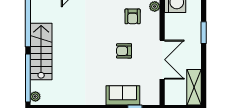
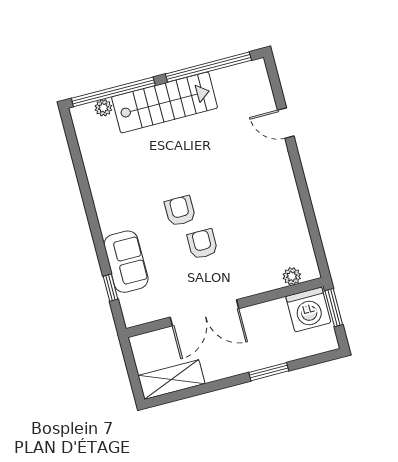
armchair: (133, 16) -> (180, 211), moved, turned 90
plant: (35, 96) -> (103, 108), moved

